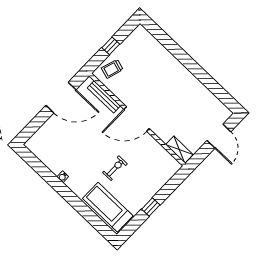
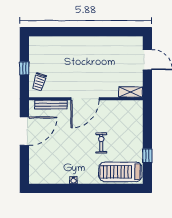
window: (151, 207) -> (147, 156), moved

